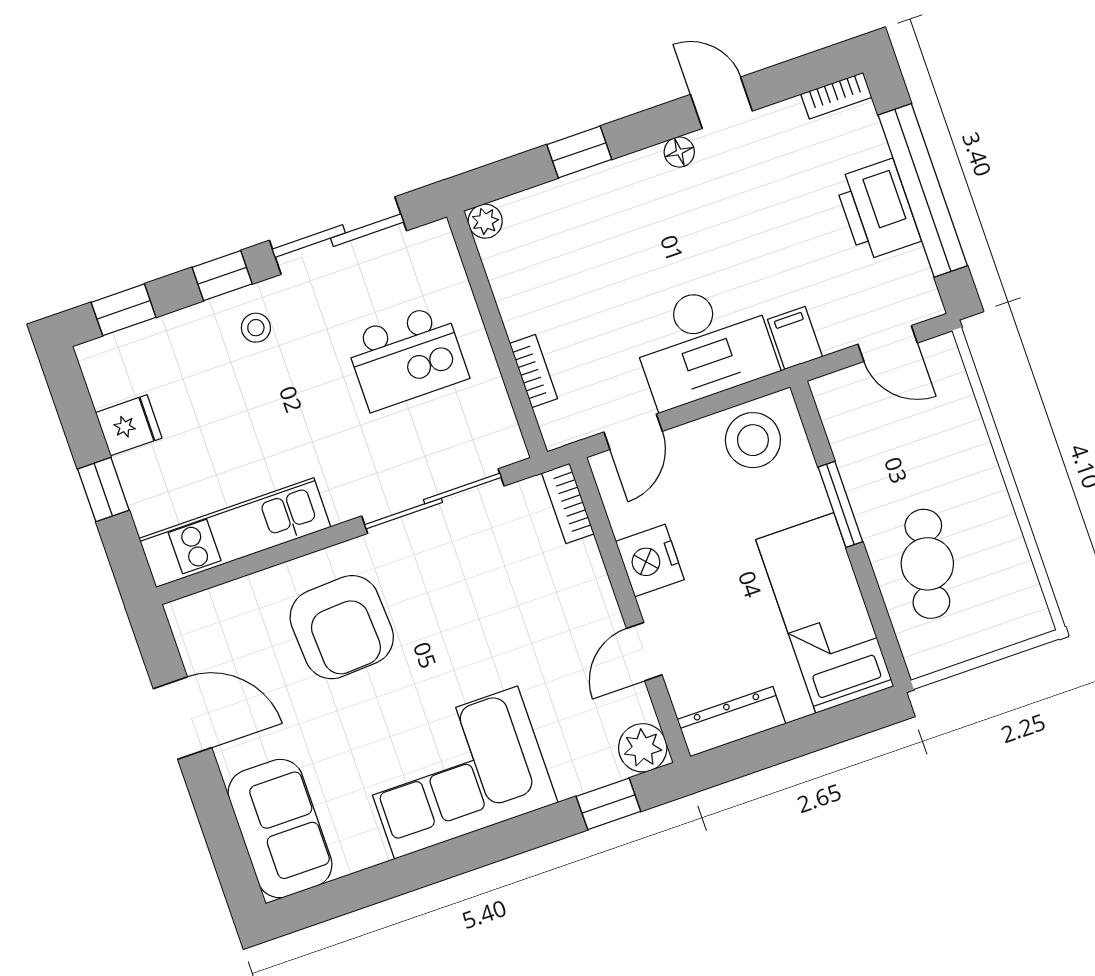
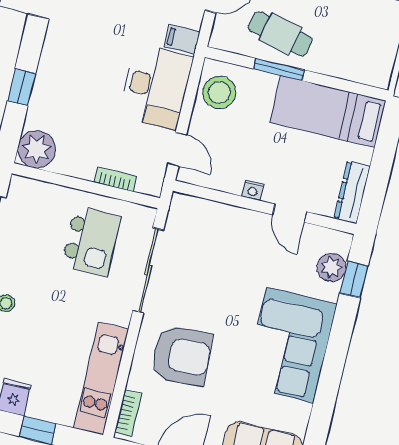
floor lamp: (679, 152) -> (53, 38), removed
plant: (485, 221) -> (36, 149), width x1.88, depth x1.88
kitchen island: (407, 357) -> (91, 241), moved
bookcase: (568, 503) -> (128, 413), moved, turned -90
nightstand: (650, 560) -> (253, 190), width x0.53, depth x0.56
cafe table: (927, 564) -> (280, 34), moved
plant: (643, 748) -> (331, 267), moved

